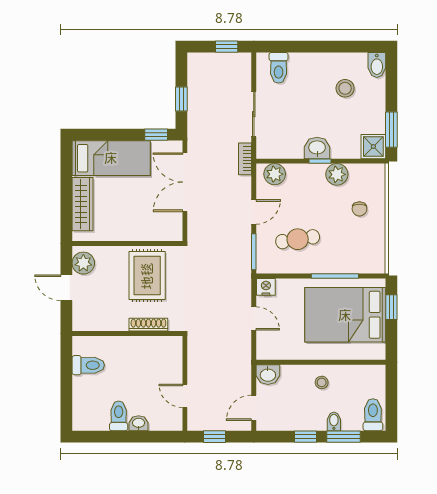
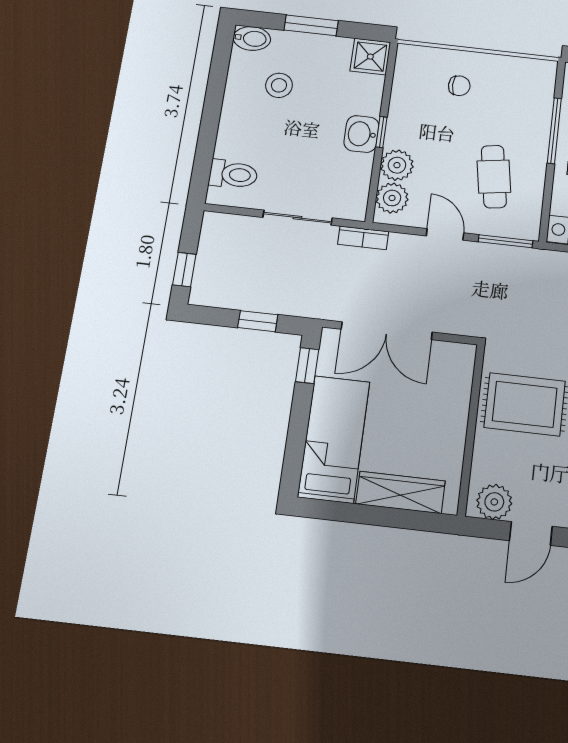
window: (227, 47) -> (184, 270), moved
window: (391, 130) -> (311, 25), moved
plant: (337, 174) -> (397, 165), moved

